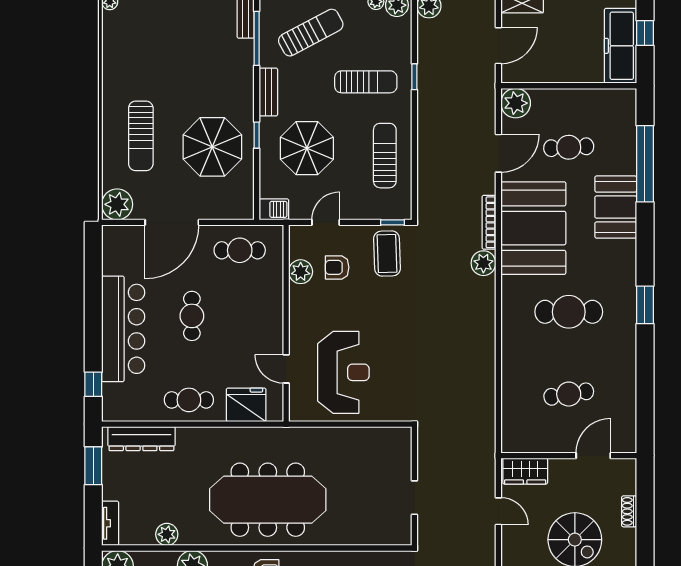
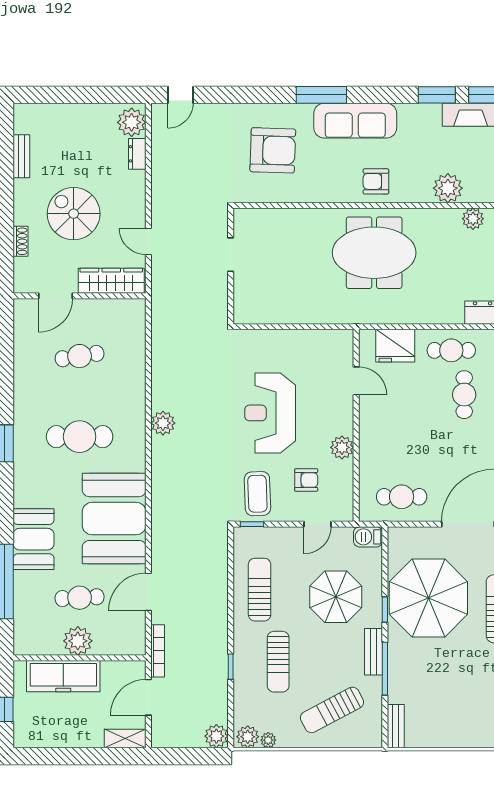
window: (257, 38) -> (385, 669), moved
freezer: (620, 46) -> (63, 676), moved, turned 90
sun lounger: (366, 82) -> (278, 662), turned -90
plant: (516, 103) -> (78, 641), moved
parasol: (212, 147) -> (428, 598), width x1.36, depth x1.36
sun lounger: (385, 156) -> (260, 590), turned 180
bookcase: (489, 222) -> (158, 651), moved
plant: (483, 263) -> (163, 423), moved
plant: (301, 272) -> (342, 447), moved
cafe table: (192, 316) -> (464, 395), moved
reception desk: (343, 372) -> (270, 413), moved
wardrobe: (525, 471) -> (111, 281), width x1.50
meeting table: (268, 500) -> (374, 253), width x0.73

